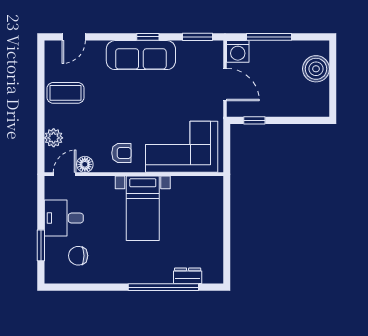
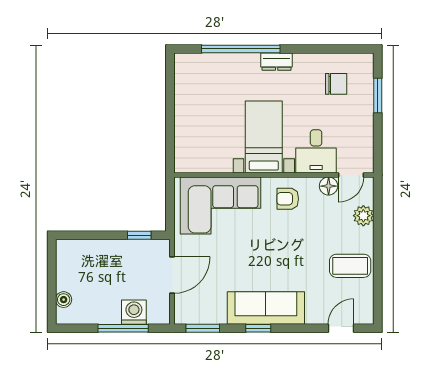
washing machine: (238, 51) -> (134, 312), moved
boiler: (316, 69) -> (64, 300), width x0.54, depth x0.54
door: (225, 85) -> (172, 275), swing flipped
desk: (64, 218) -> (316, 151), moved, turned 90
dresser: (188, 276) -> (277, 62), moved

